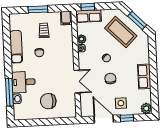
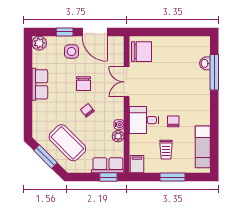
exam couch: (16, 47) -> (203, 147), moved
desk: (23, 82) -> (144, 120), moved, turned 180
chair: (48, 101) -> (141, 52), moved

